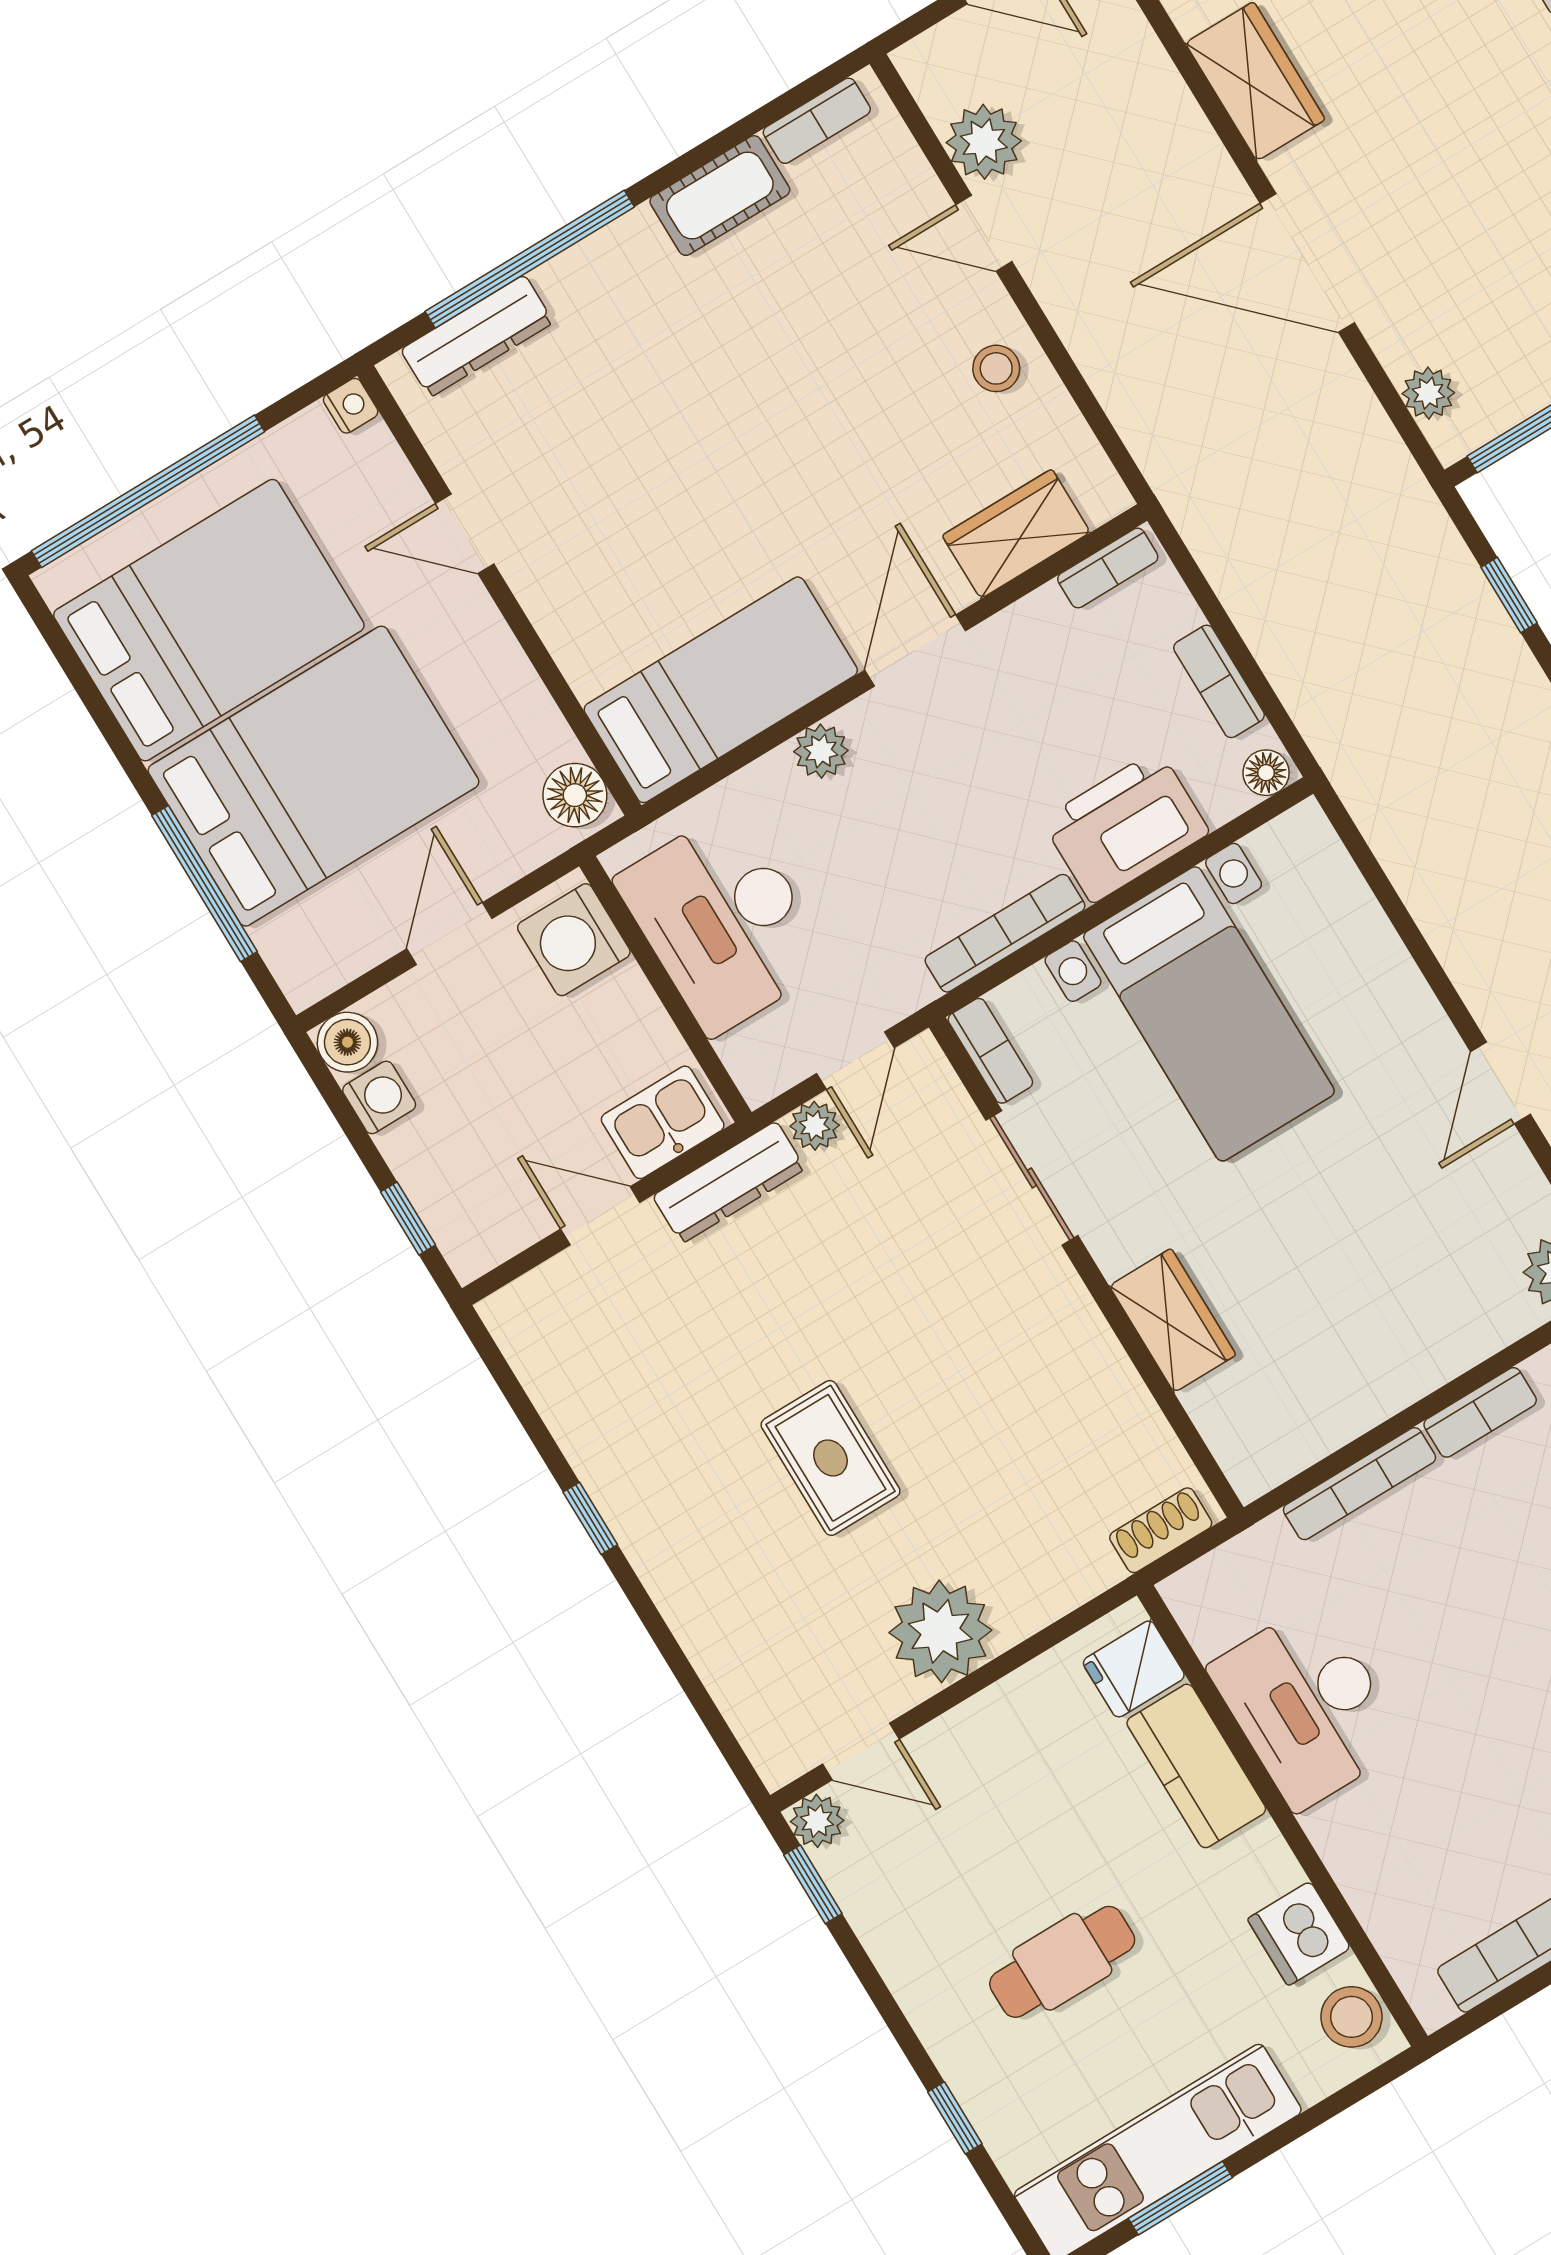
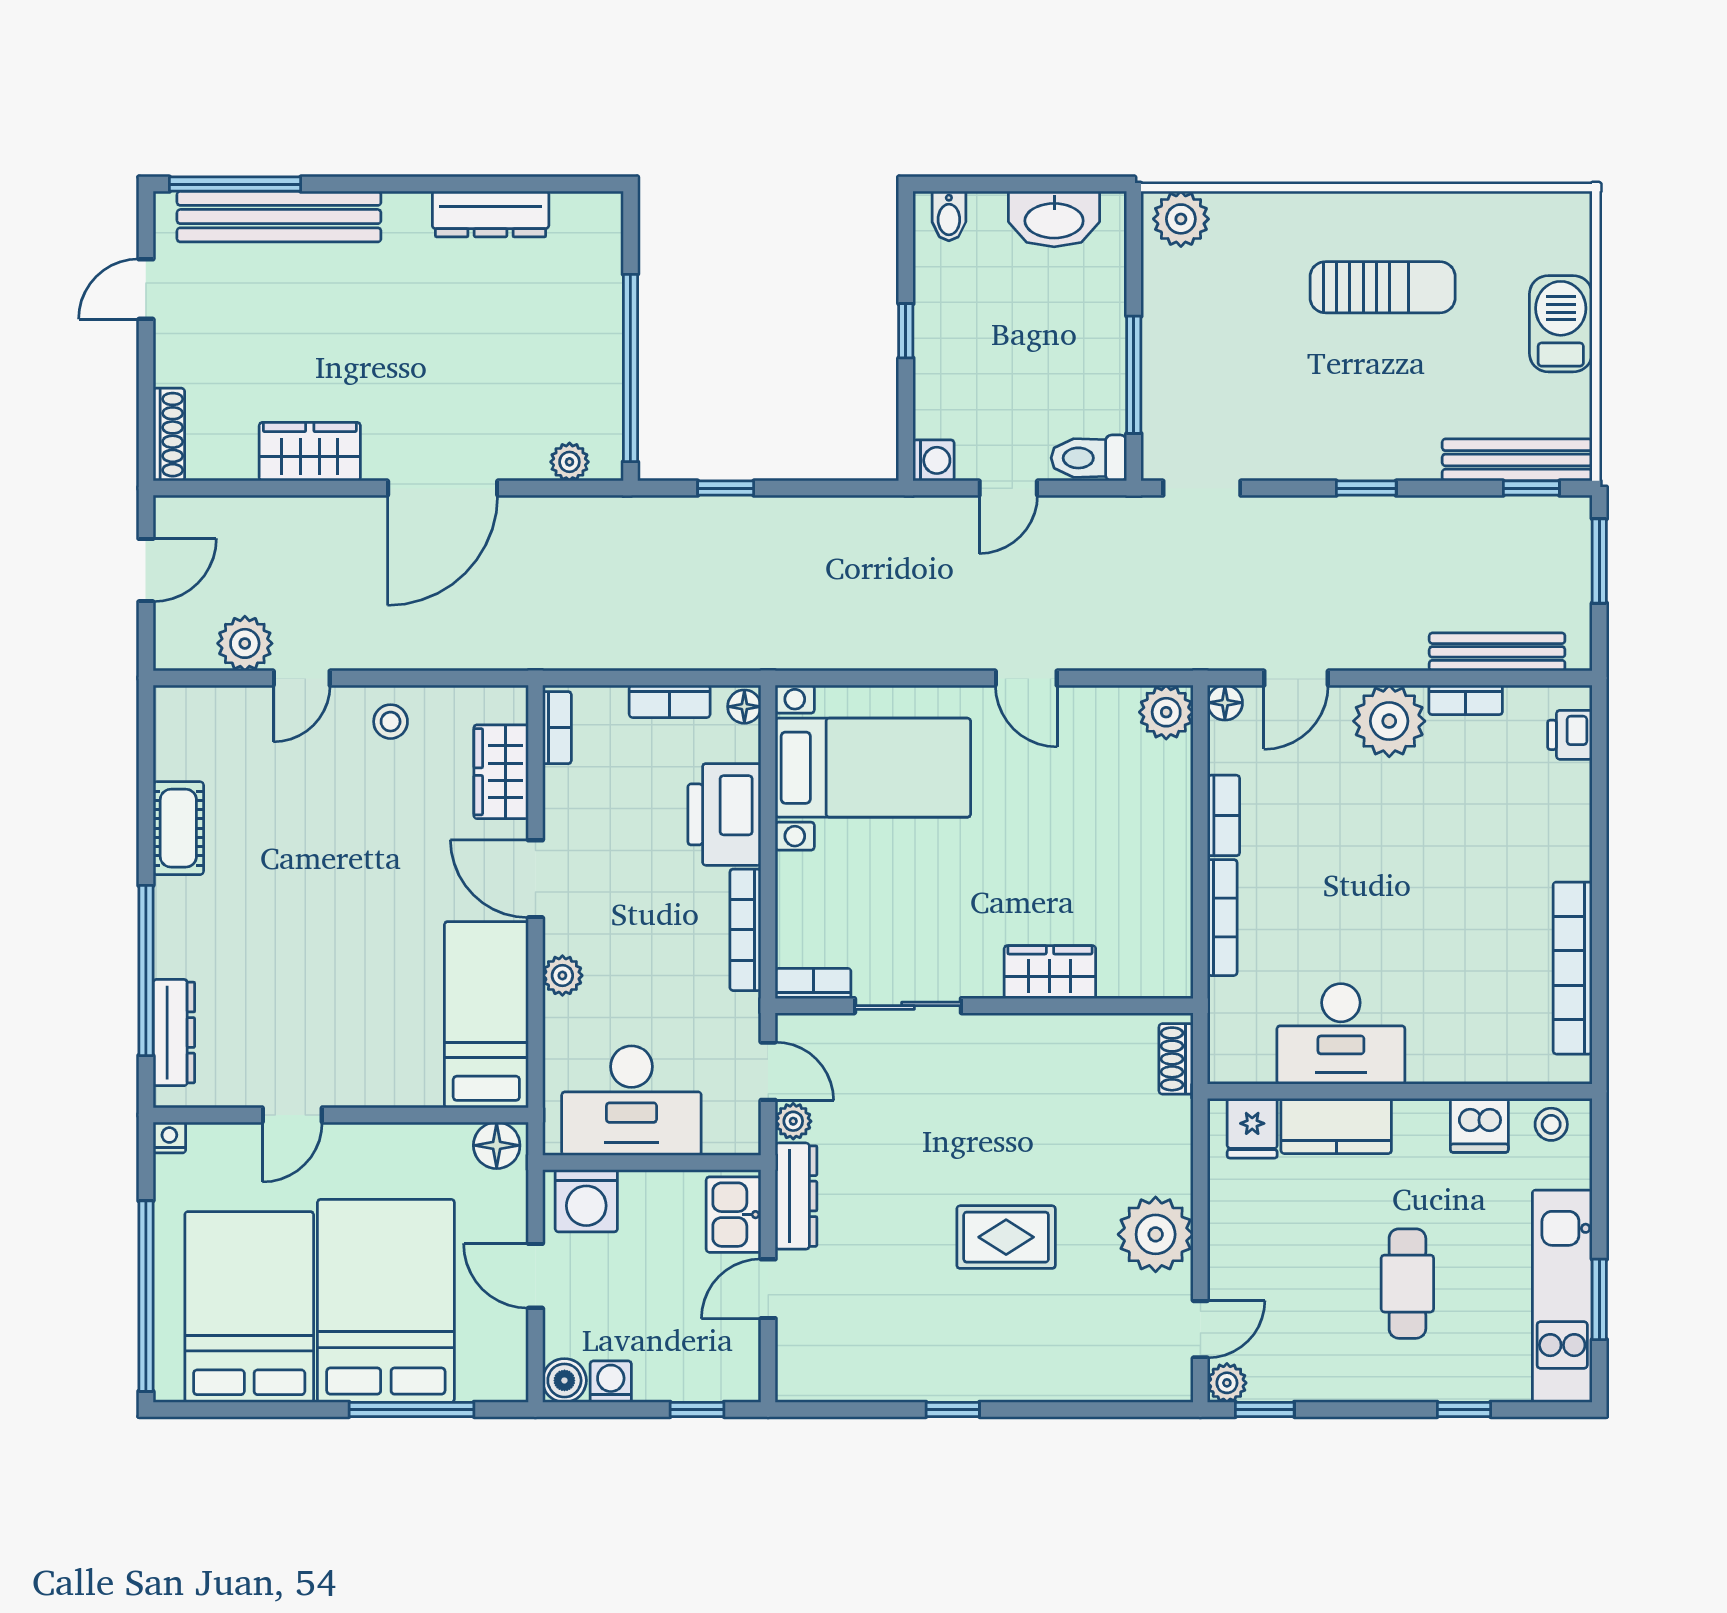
bookcase: (817, 121) -> (168, 740), removed
bed with nightstands: (1209, 1014) -> (873, 768), moved
stool: (1351, 2017) -> (1551, 1124), width x0.73, depth x0.73

